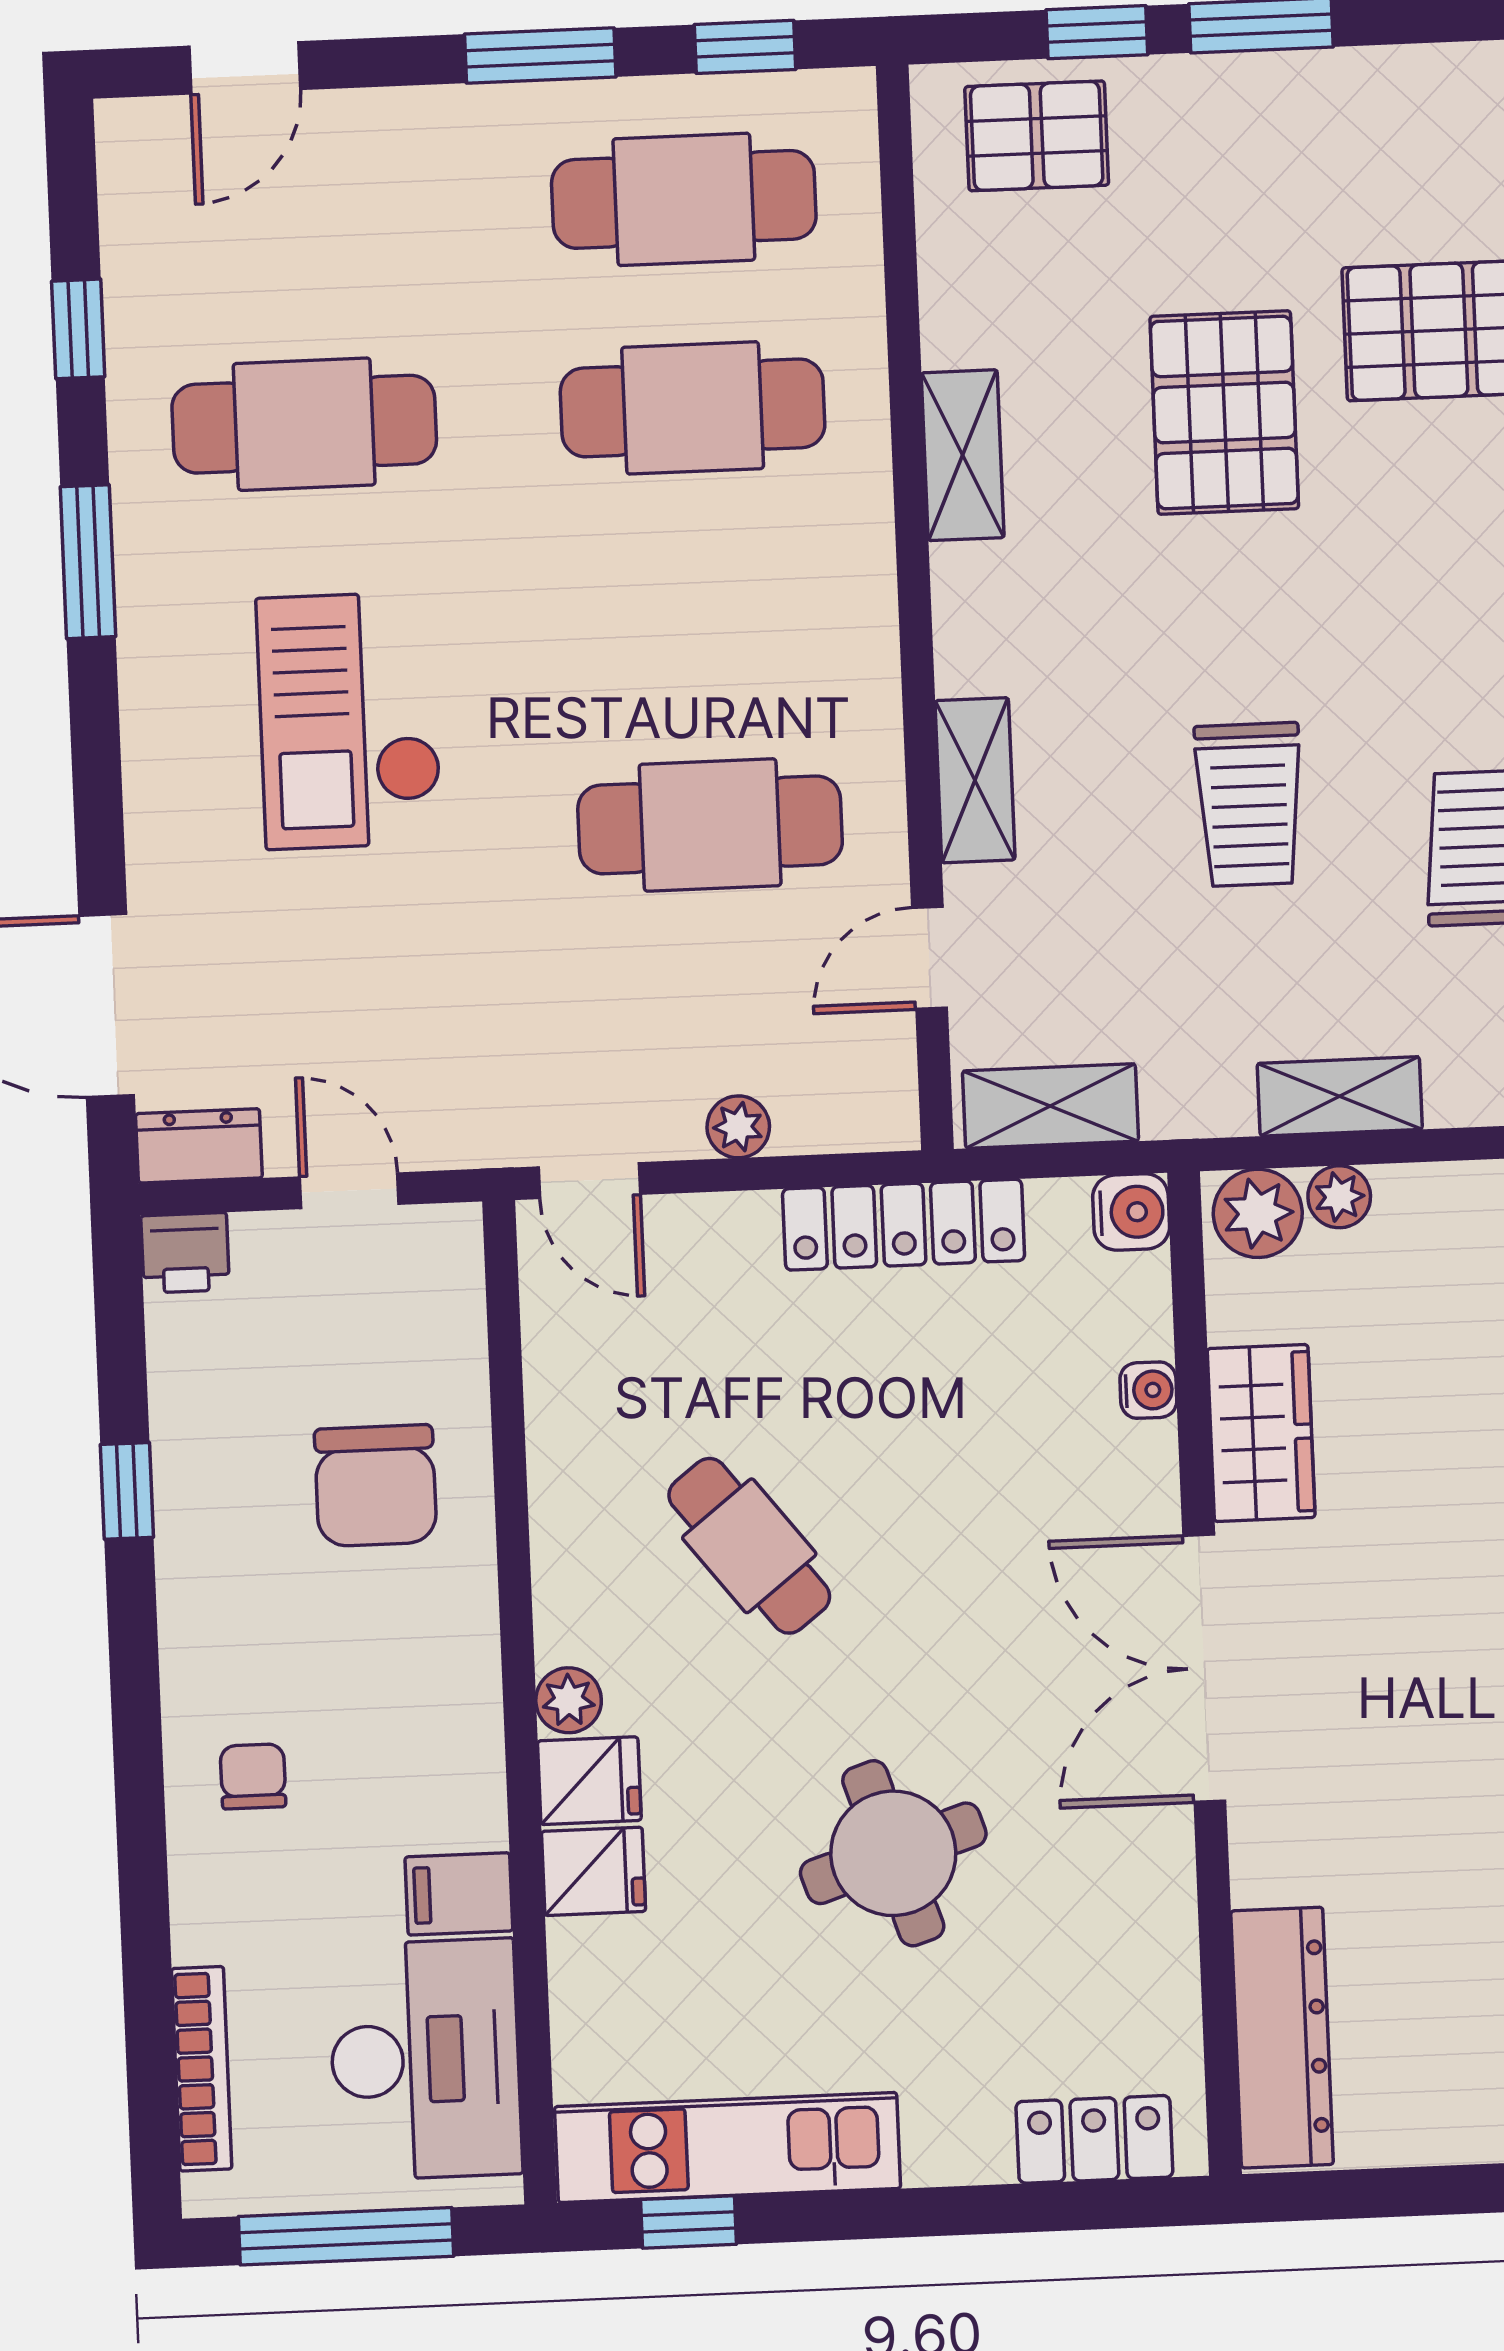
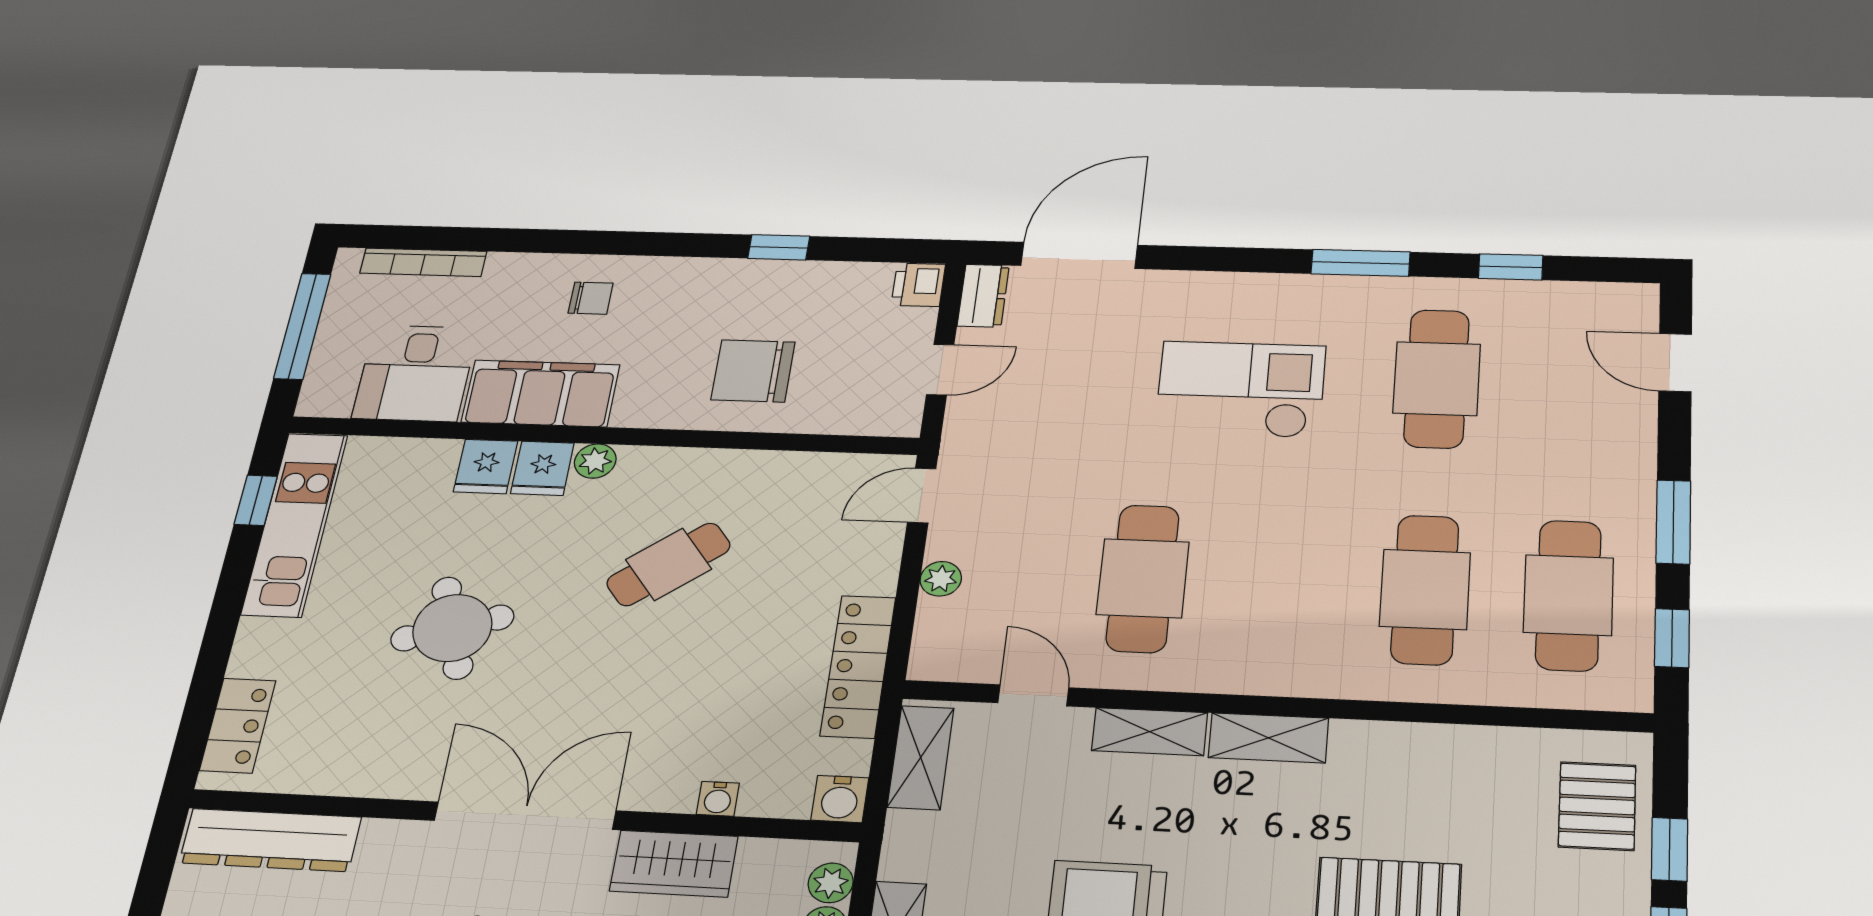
shelving: (963, 455) -> (1268, 738), moved
plant: (1258, 1213) -> (831, 883), width x0.73, depth x0.73
filing cabinet: (459, 1894) -> (540, 393), width x3.00, depth x1.17
desk: (425, 2060) -> (415, 373), width x0.73

